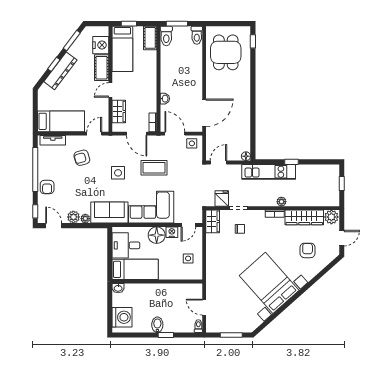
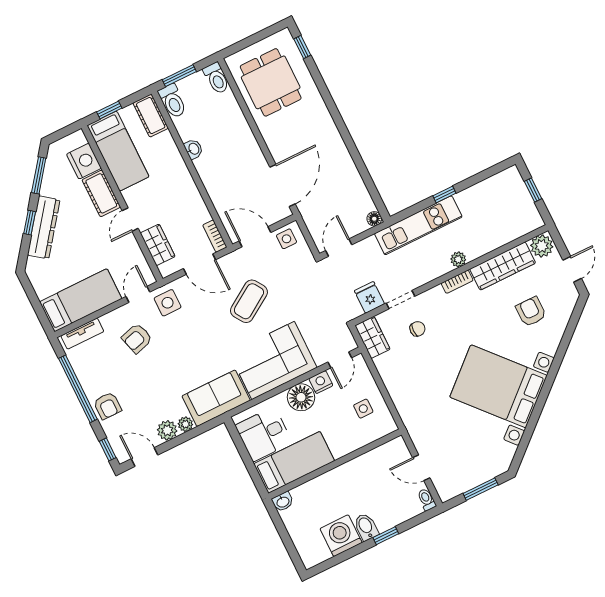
washbasin: (165, 99) -> (193, 149), moved
coffee table: (154, 168) -> (249, 301), turned -33
side table: (118, 173) -> (168, 303), moved
washing machine: (122, 317) -> (341, 536), moved, turned -90

